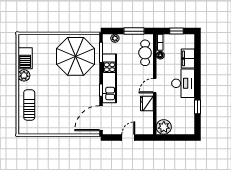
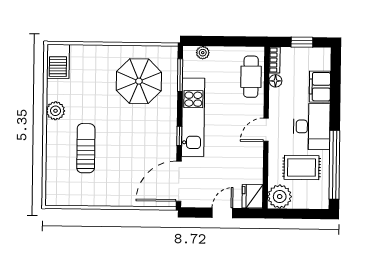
window: (134, 31) -> (234, 41), removed
parasol: (76, 56) -> (139, 81), width x0.73, depth x0.73
barbecue: (25, 58) -> (58, 61), moved
fridge: (147, 104) -> (252, 196), moved
sun lounger: (29, 105) -> (86, 148), moved
window: (197, 107) -> (334, 165), width x3.17
rug: (177, 109) -> (302, 167), added

